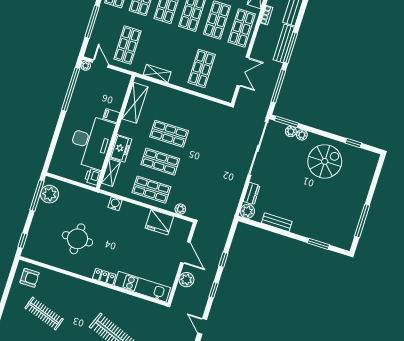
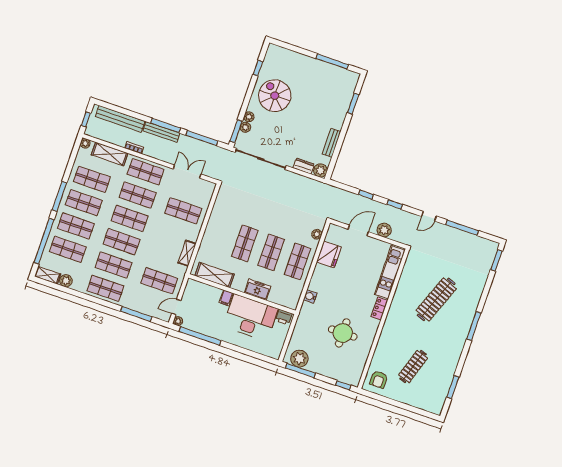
shelving: (111, 173) -> (280, 300), removed
armchair: (30, 278) -> (379, 379), turned 180

